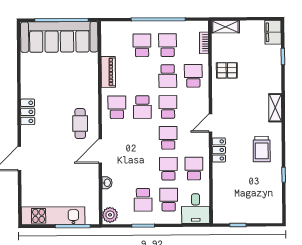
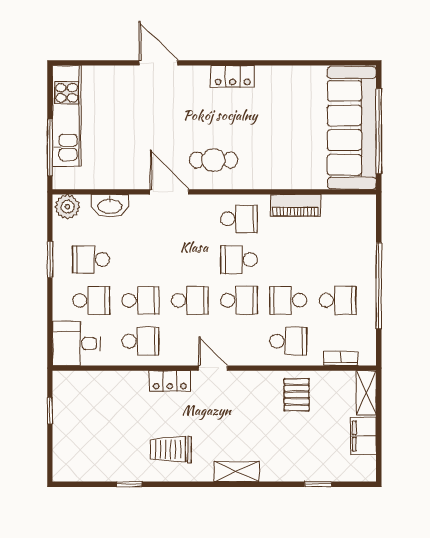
filing cabinet: (273, 32) -> (363, 436), moved, turned -90
school desk: (142, 45) -> (338, 260), removed
washbasin: (107, 183) -> (110, 206), width x1.91, depth x1.45

